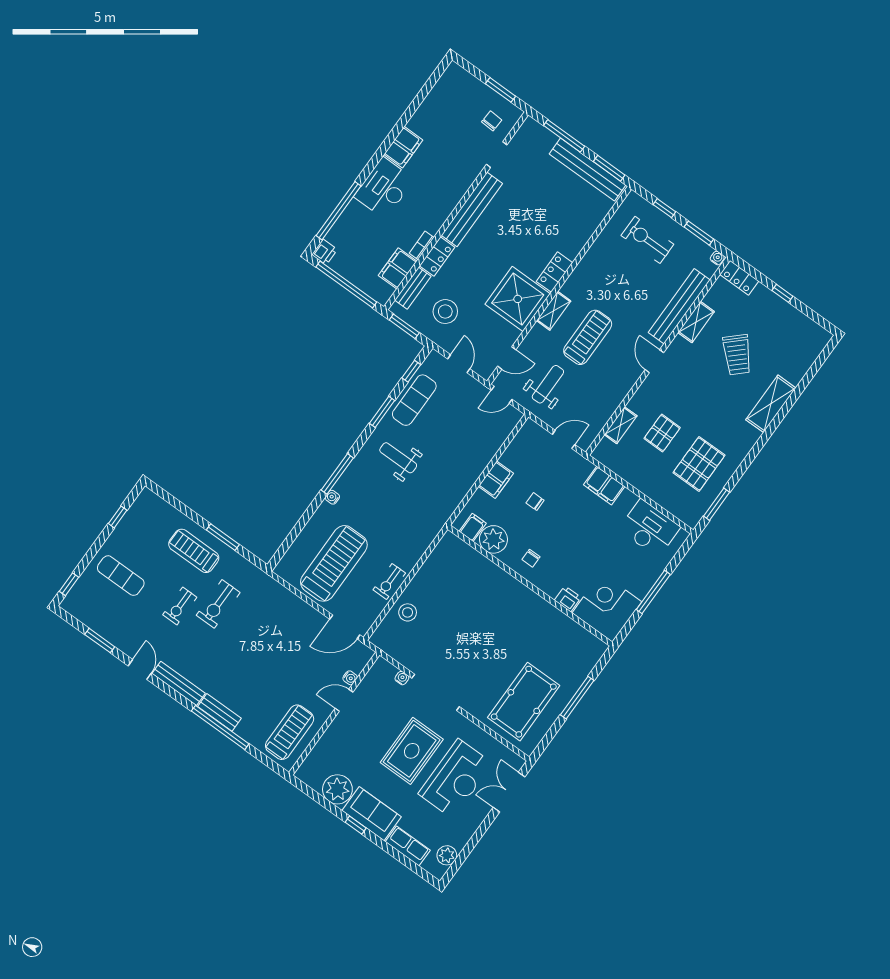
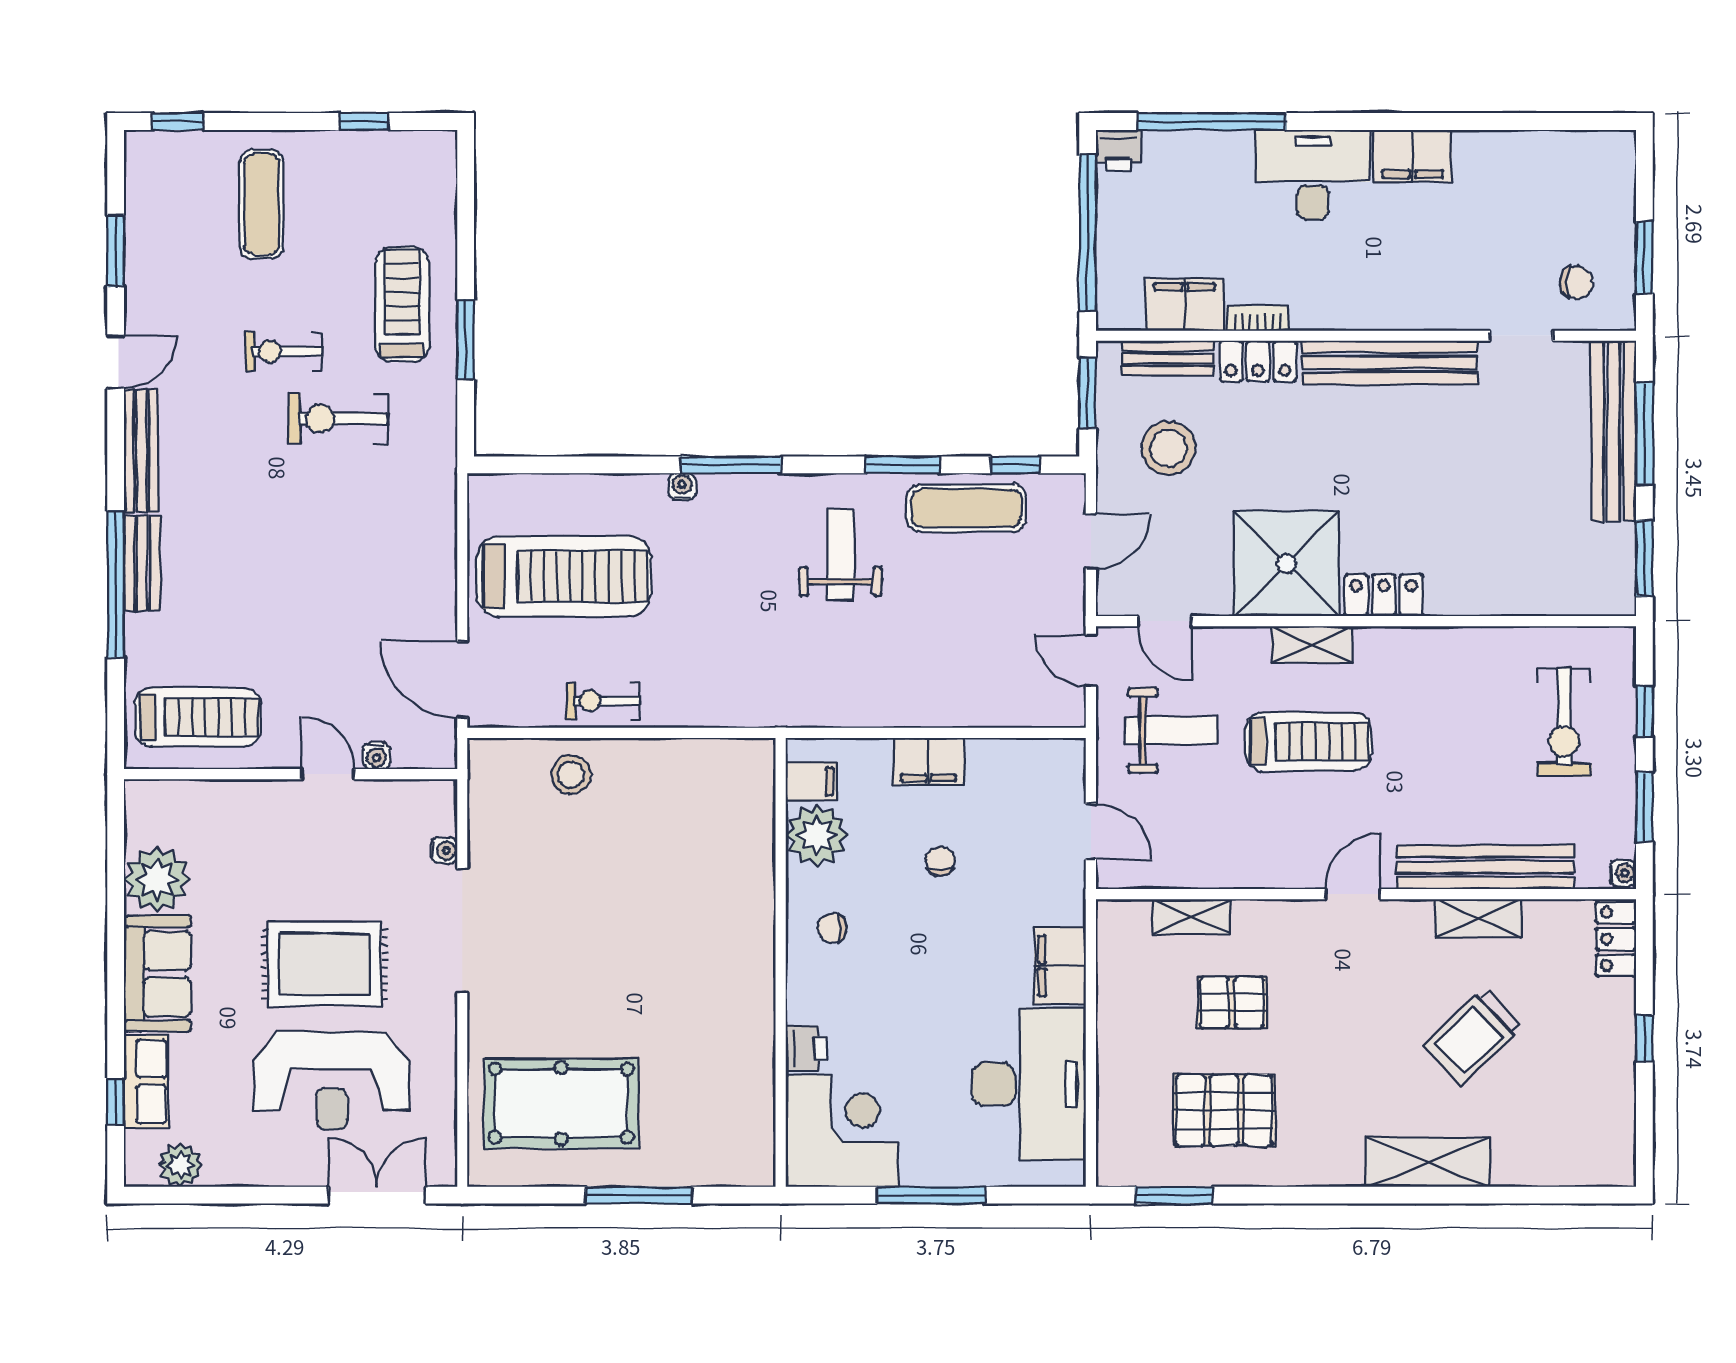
bench: (587, 170) -> (1614, 431), moved
exercise bike: (647, 240) -> (1564, 722), turned 180
desk: (649, 528) -> (1029, 1084), width x1.36, depth x1.30
window: (356, 825) -> (116, 1102), moved

